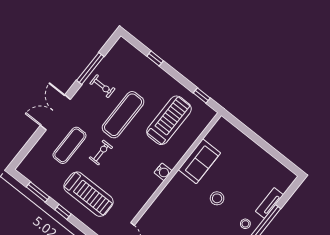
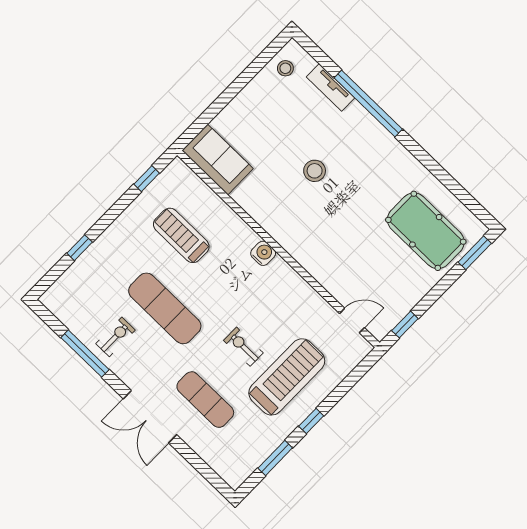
treadmill: (169, 120) -> (181, 235), width x0.73, depth x0.73
exercise bike: (101, 153) -> (243, 347), moved
sofa: (199, 161) -> (218, 159), moved
stool: (245, 224) -> (285, 68), moved

